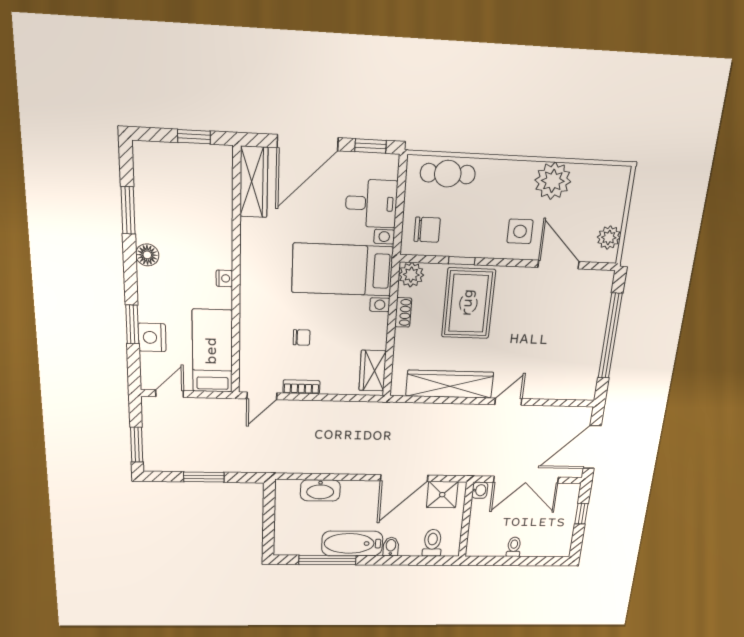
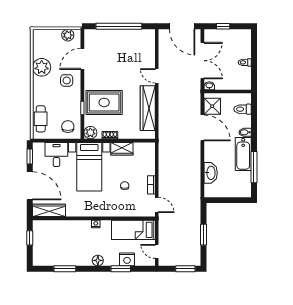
floor lamp: (147, 255) -> (98, 260), moved
wardrobe: (373, 371) -> (122, 149), moved

